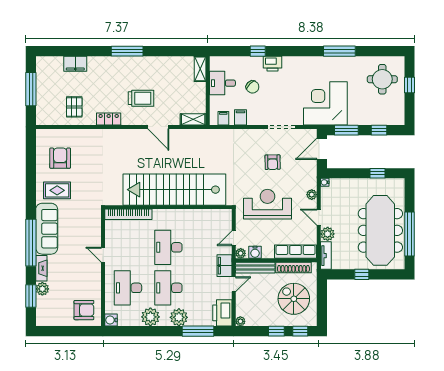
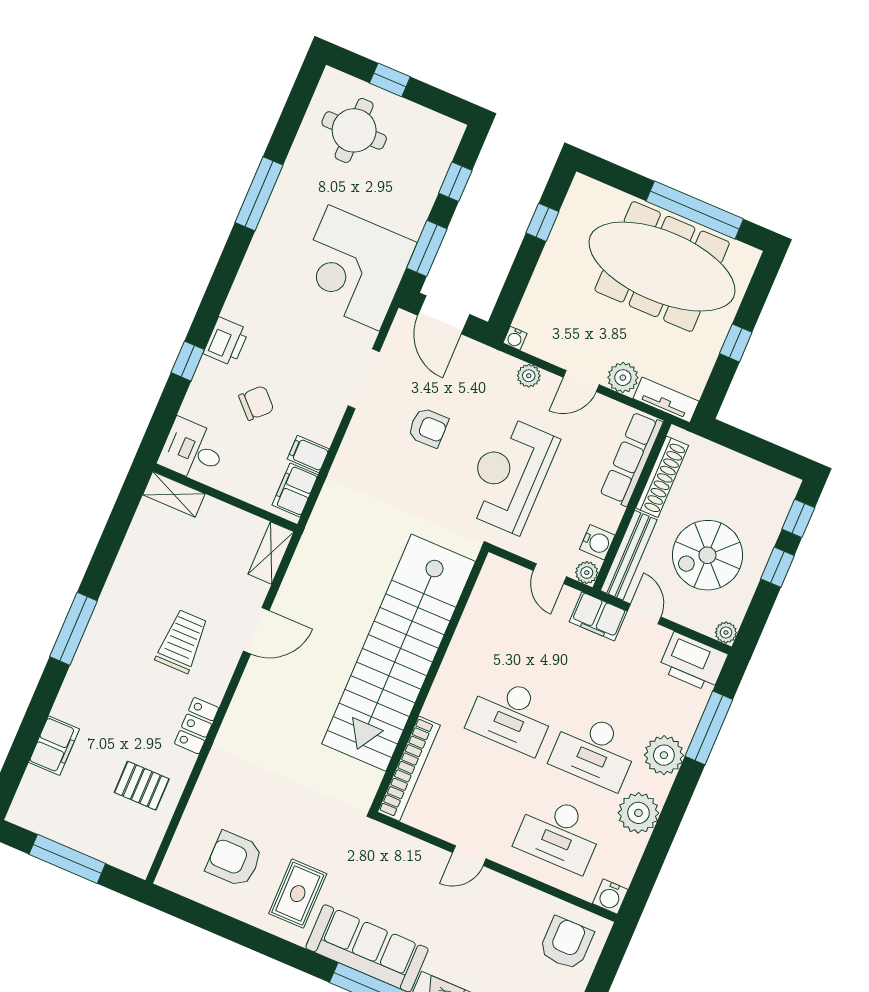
desk: (222, 83) -> (192, 451), moved, turned 90
filing cabinet: (223, 118) -> (295, 490), width x2.00
spiral stairs: (294, 299) -> (707, 555), moved

